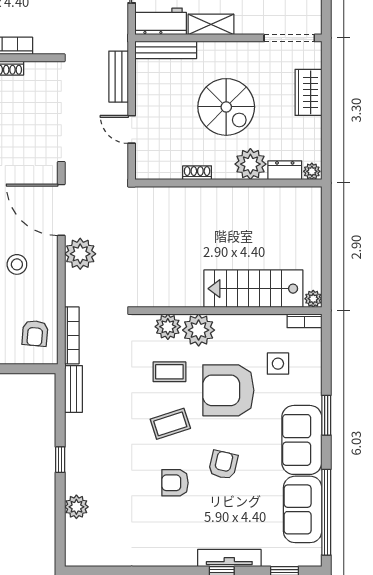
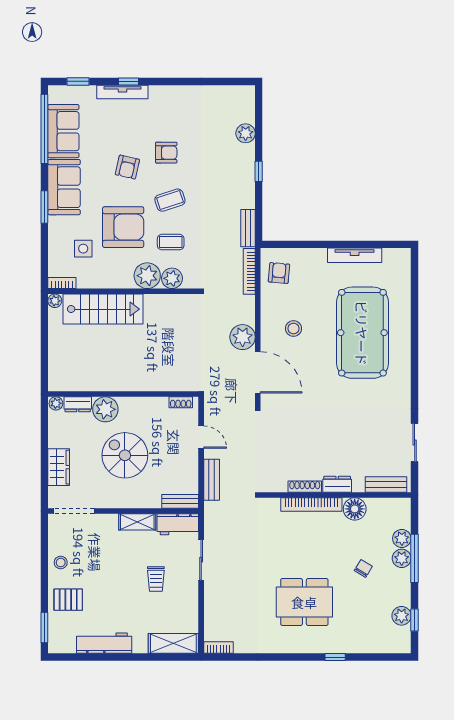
bench: (166, 50) -> (180, 501), width x0.73
shoe rack: (197, 173) -> (181, 402), moved

